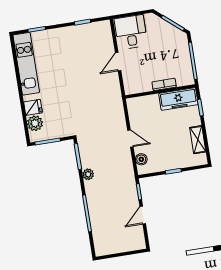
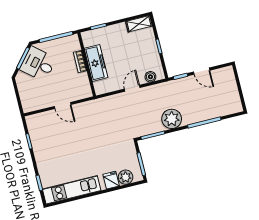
desk: (131, 32) -> (38, 64), moved, turned 40
freezer: (178, 99) -> (96, 63), moved
shelving: (198, 140) -> (139, 24), moved
plant: (88, 174) -> (172, 119), width x1.87, depth x1.87

